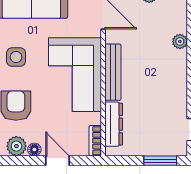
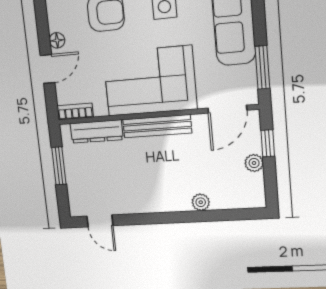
plant: (16, 146) -> (59, 18), removed
window: (160, 161) -> (59, 166), moved

